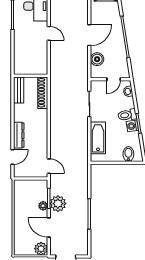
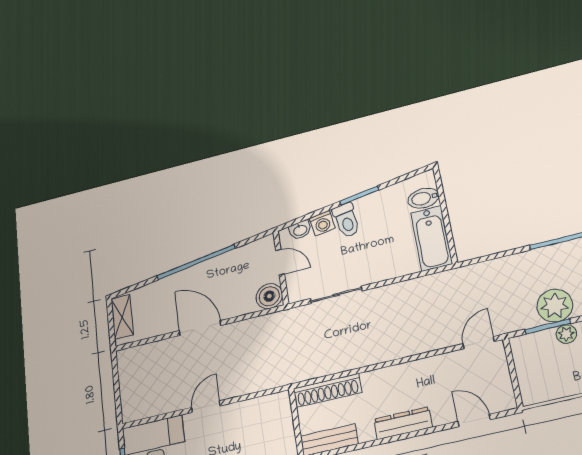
boiler: (97, 59) -> (269, 296), moved
washing machine: (132, 126) -> (322, 223), moved
dresser: (19, 135) -> (403, 423), moved
bathtub: (98, 138) -> (432, 238), moved, turned -90

